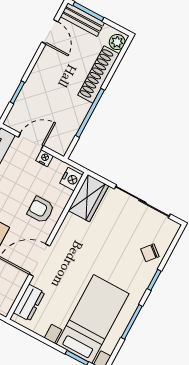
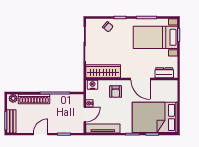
door: (50, 32) -> (41, 134), moved
door: (31, 141) -> (85, 115), swing flipped
wardrobe: (89, 198) -> (103, 71), width x1.50

